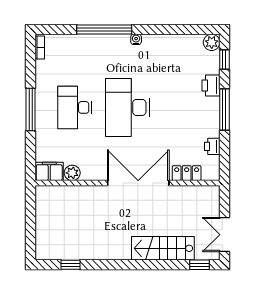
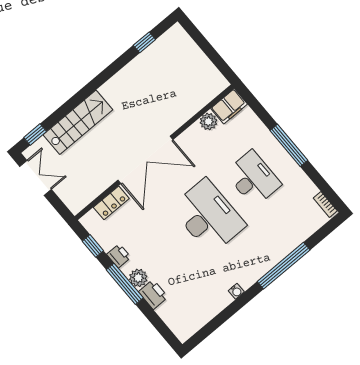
water cooler: (136, 39) -> (236, 291), moved
plant: (212, 42) -> (138, 278), moved
window: (224, 60) -> (93, 246), moved
printer: (212, 146) -> (119, 256), moved

